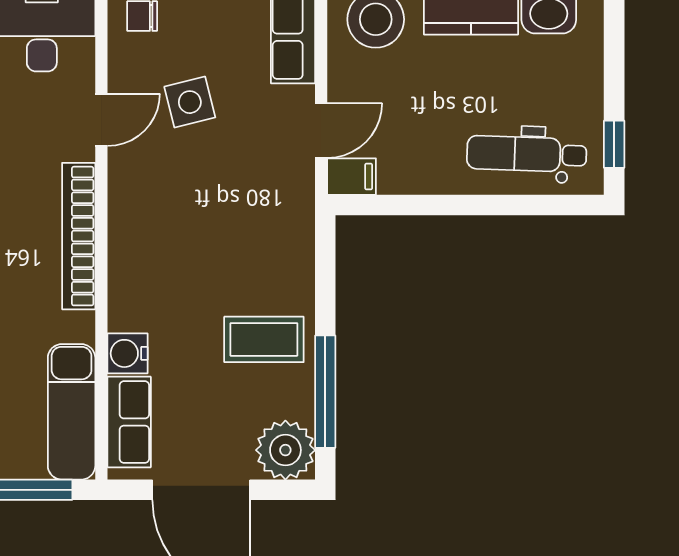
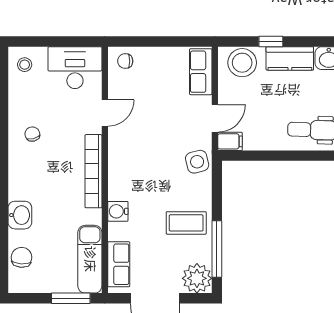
side table: (190, 102) -> (197, 162), moved
water cooler: (128, 353) -> (118, 211), moved

